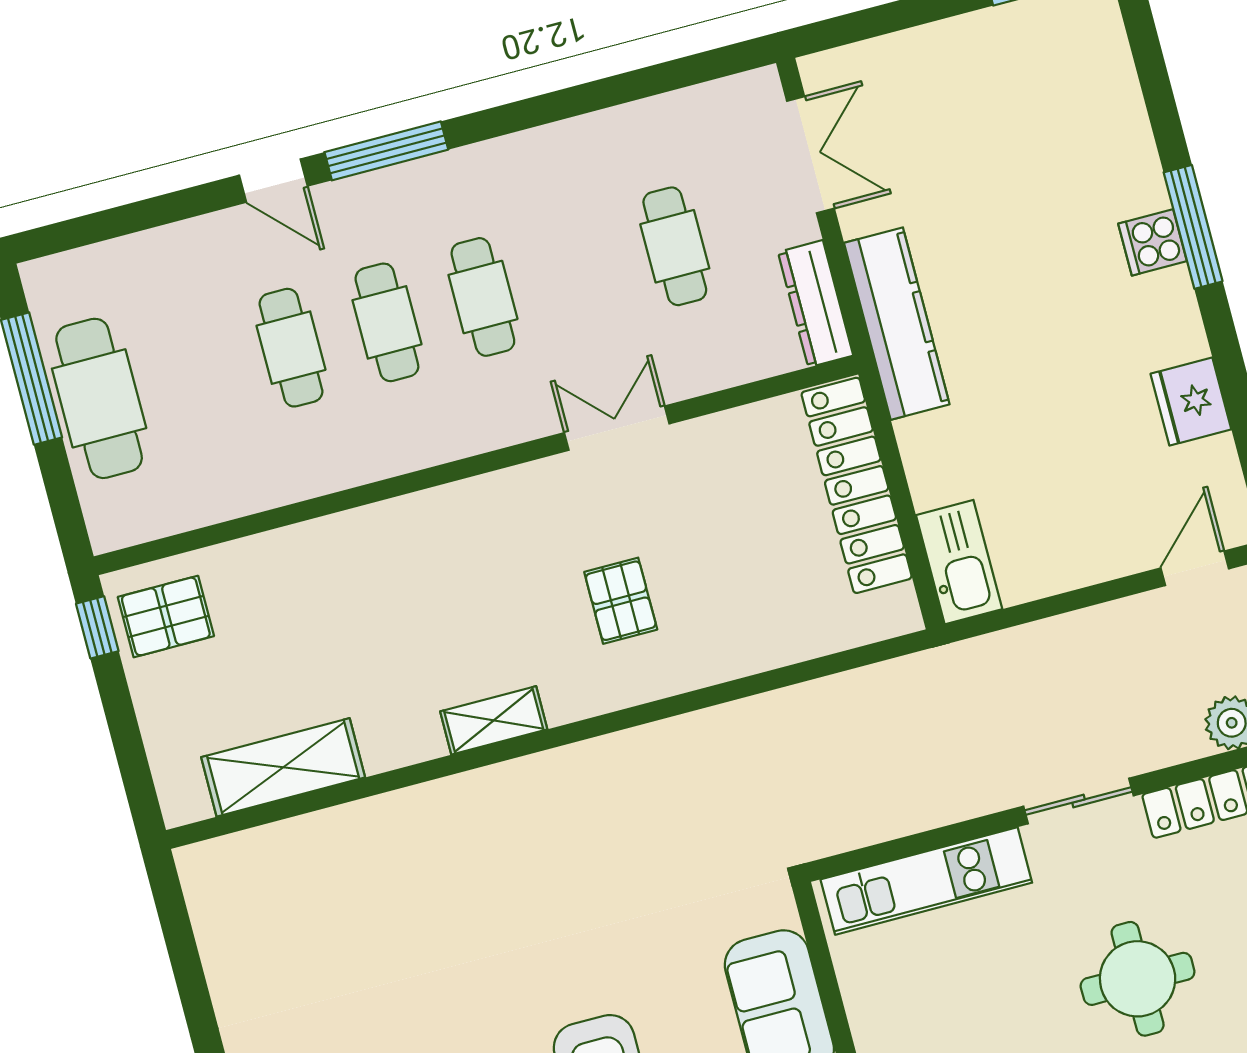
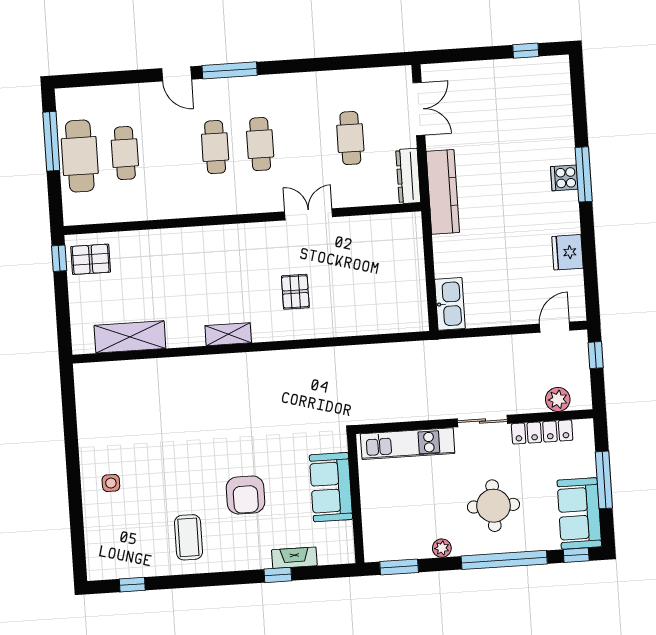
cafe table: (291, 348) -> (125, 153), moved
locker: (857, 485) -> (411, 261), removed

